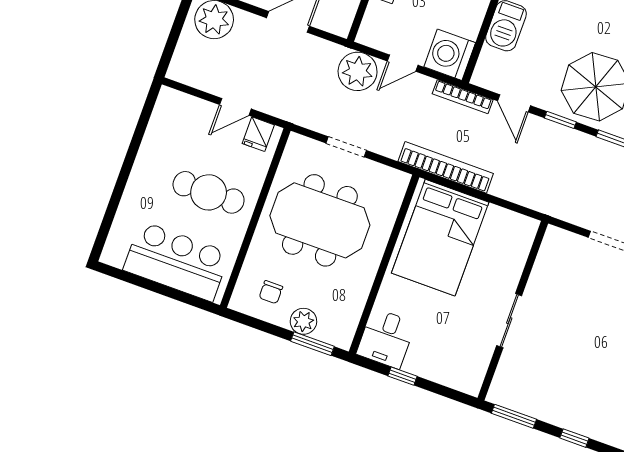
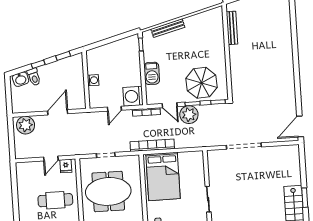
plant: (358, 71) -> (189, 115), moved

